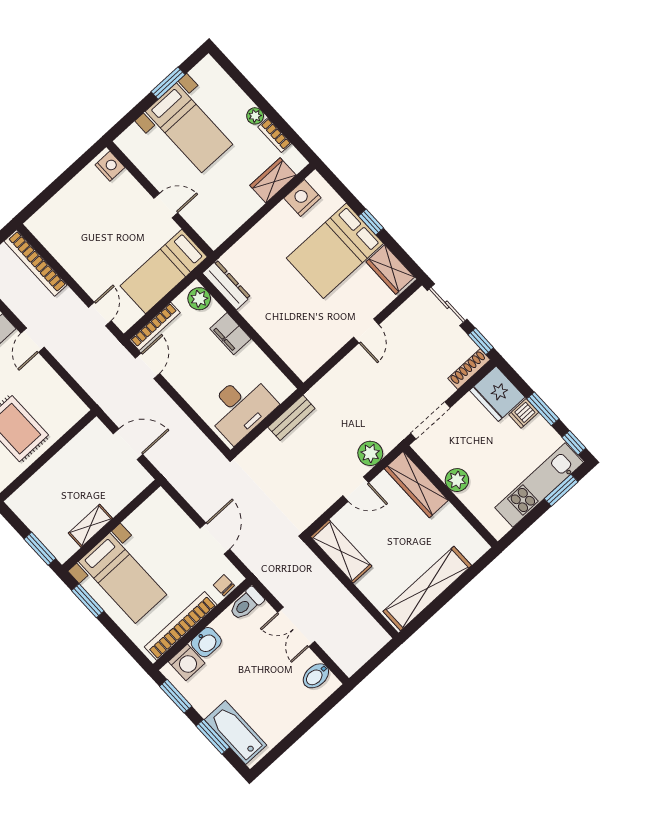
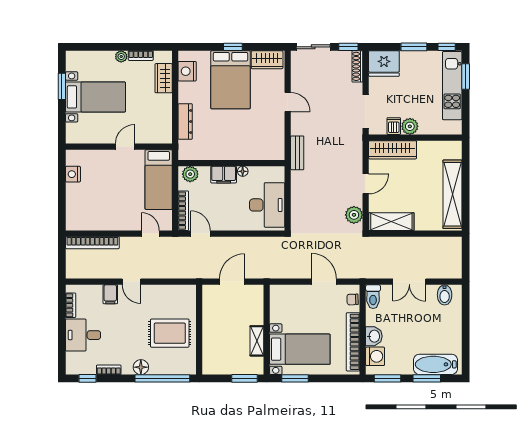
nightstand: (110, 166) -> (73, 174), moved, turned -90
dresser: (227, 285) -> (185, 122), moved, turned 90
floor lamp: (252, 350) -> (243, 171), added
dishwasher: (524, 413) -> (394, 126), moved, turned 180
bench: (291, 418) -> (297, 153), moved
plant: (370, 453) -> (354, 215), moved

